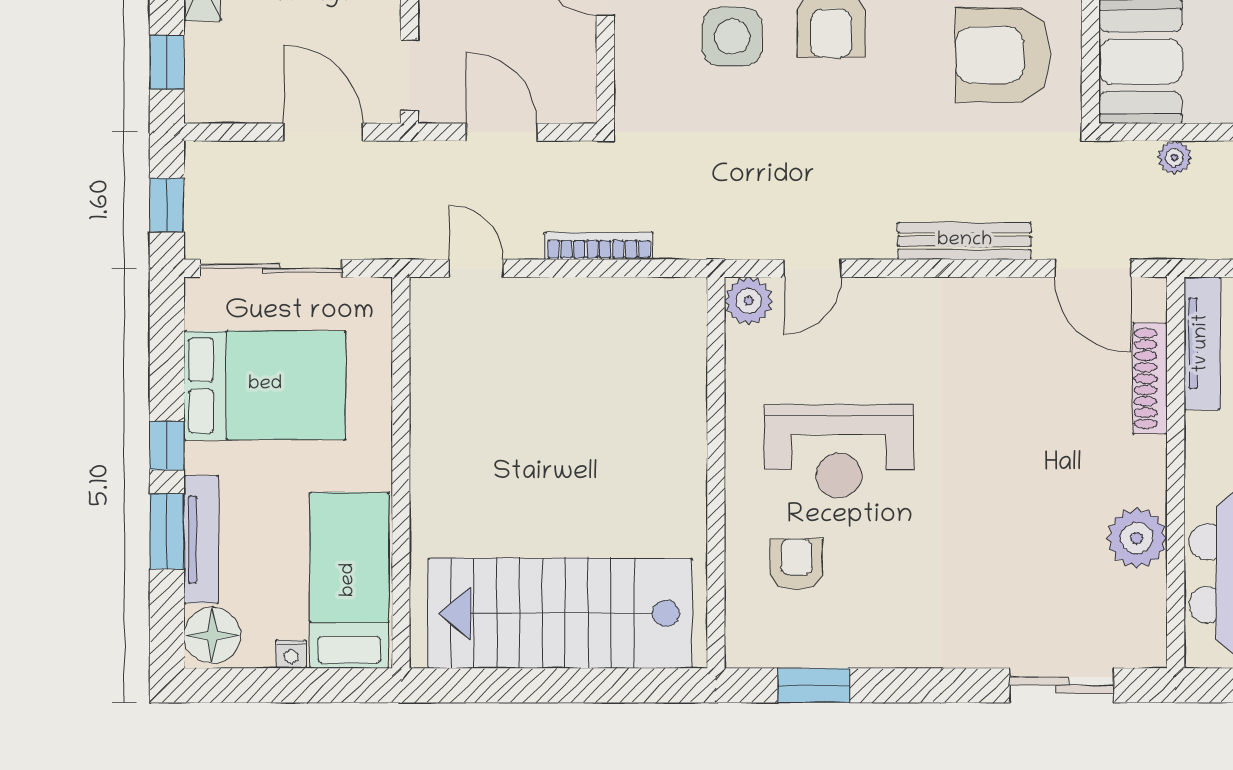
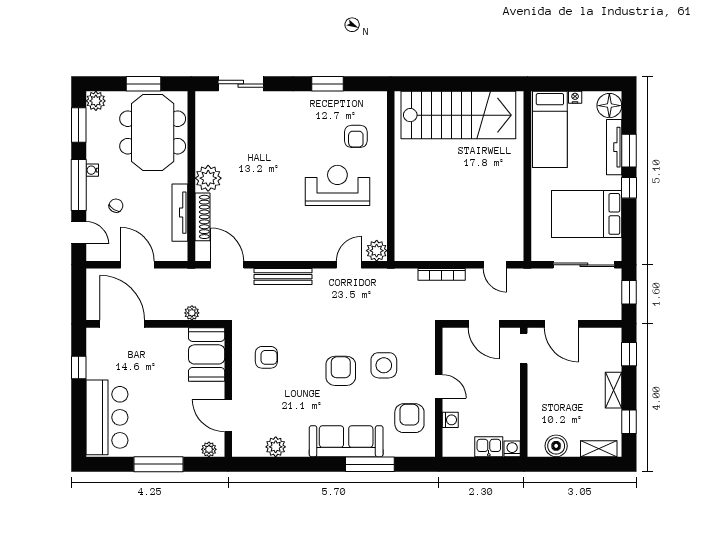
armchair: (1003, 55) -> (266, 357), width x0.53, depth x0.53
tv unit: (1202, 343) -> (180, 213), moved
plant: (1137, 538) -> (208, 178), moved
window: (814, 685) -> (328, 84), moved

